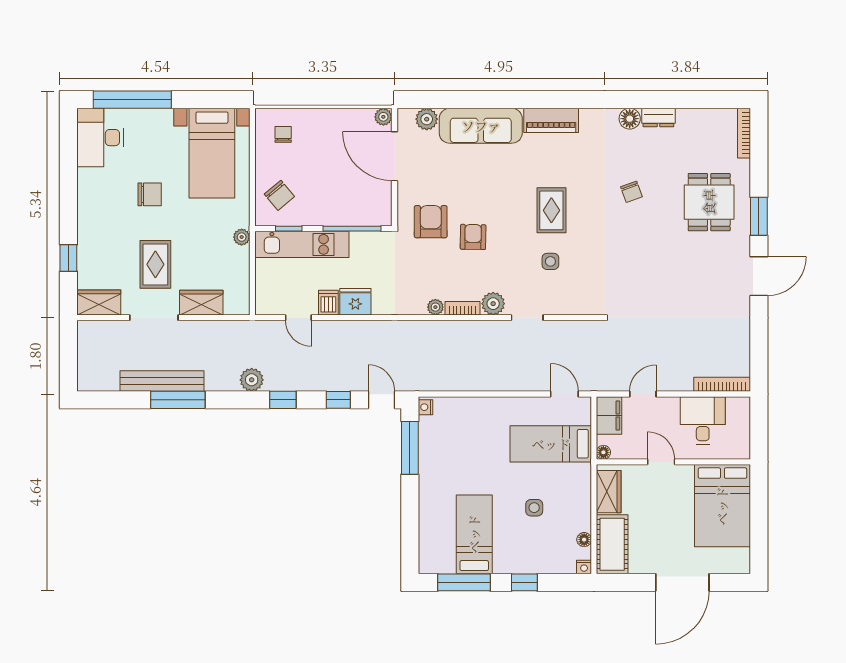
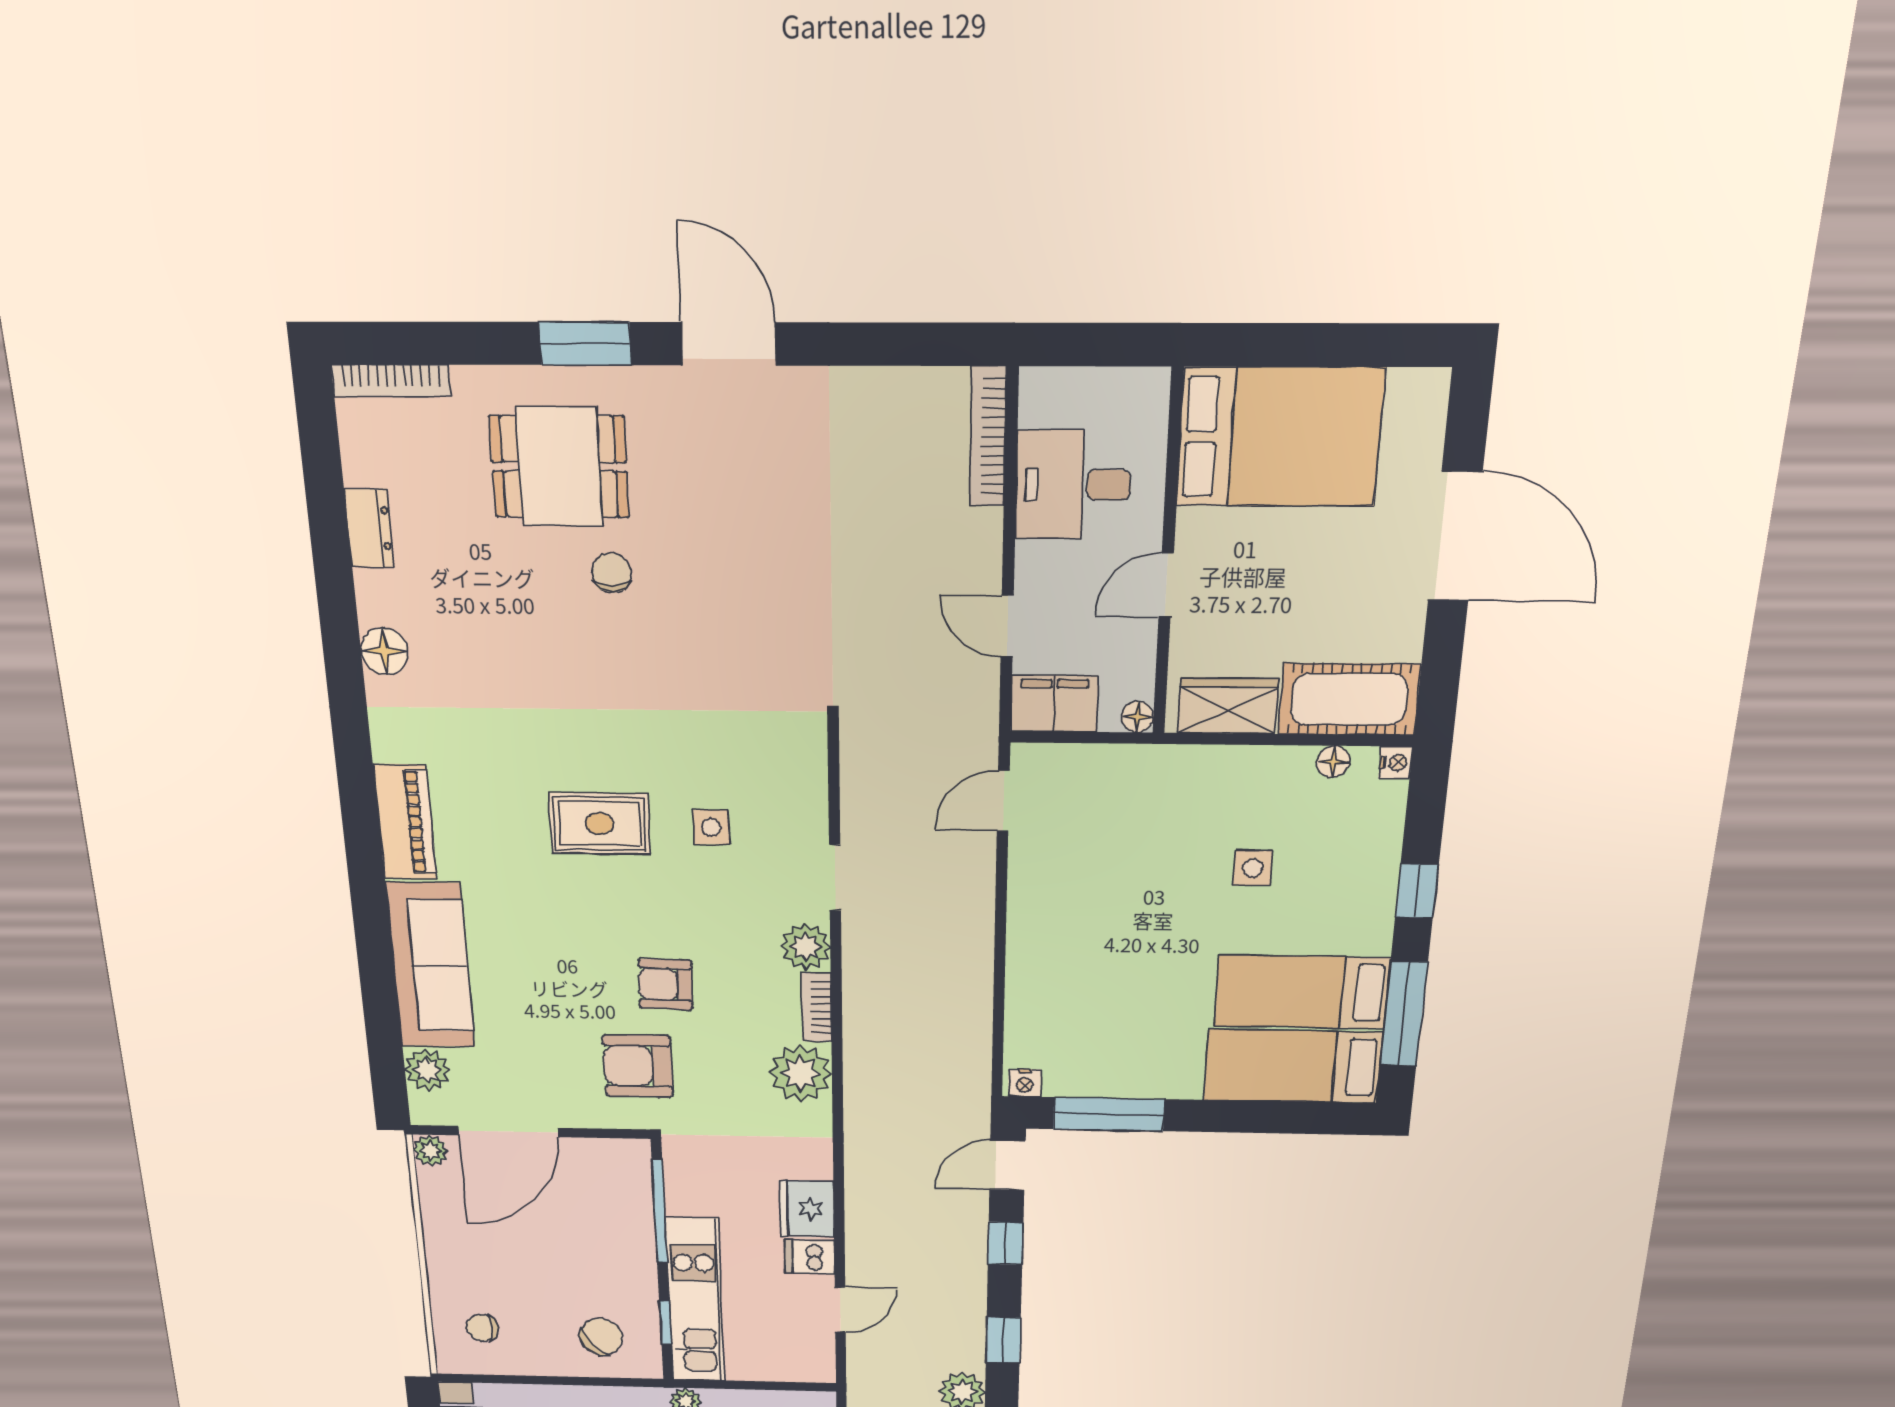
dresser: (658, 118) -> (369, 528), moved
chair: (631, 192) -> (612, 573), moved, turned -70
plant: (435, 307) -> (801, 1073), width x1.88, depth x1.88
bed: (551, 444) -> (1293, 1066), moved, turned 90

